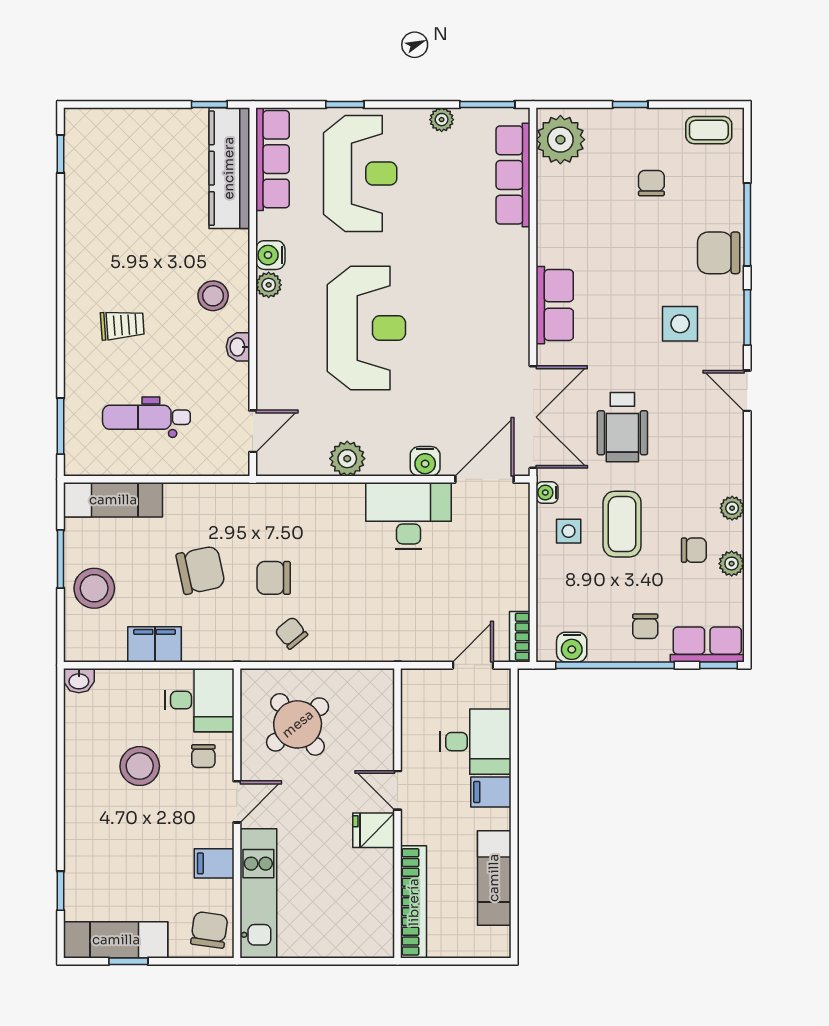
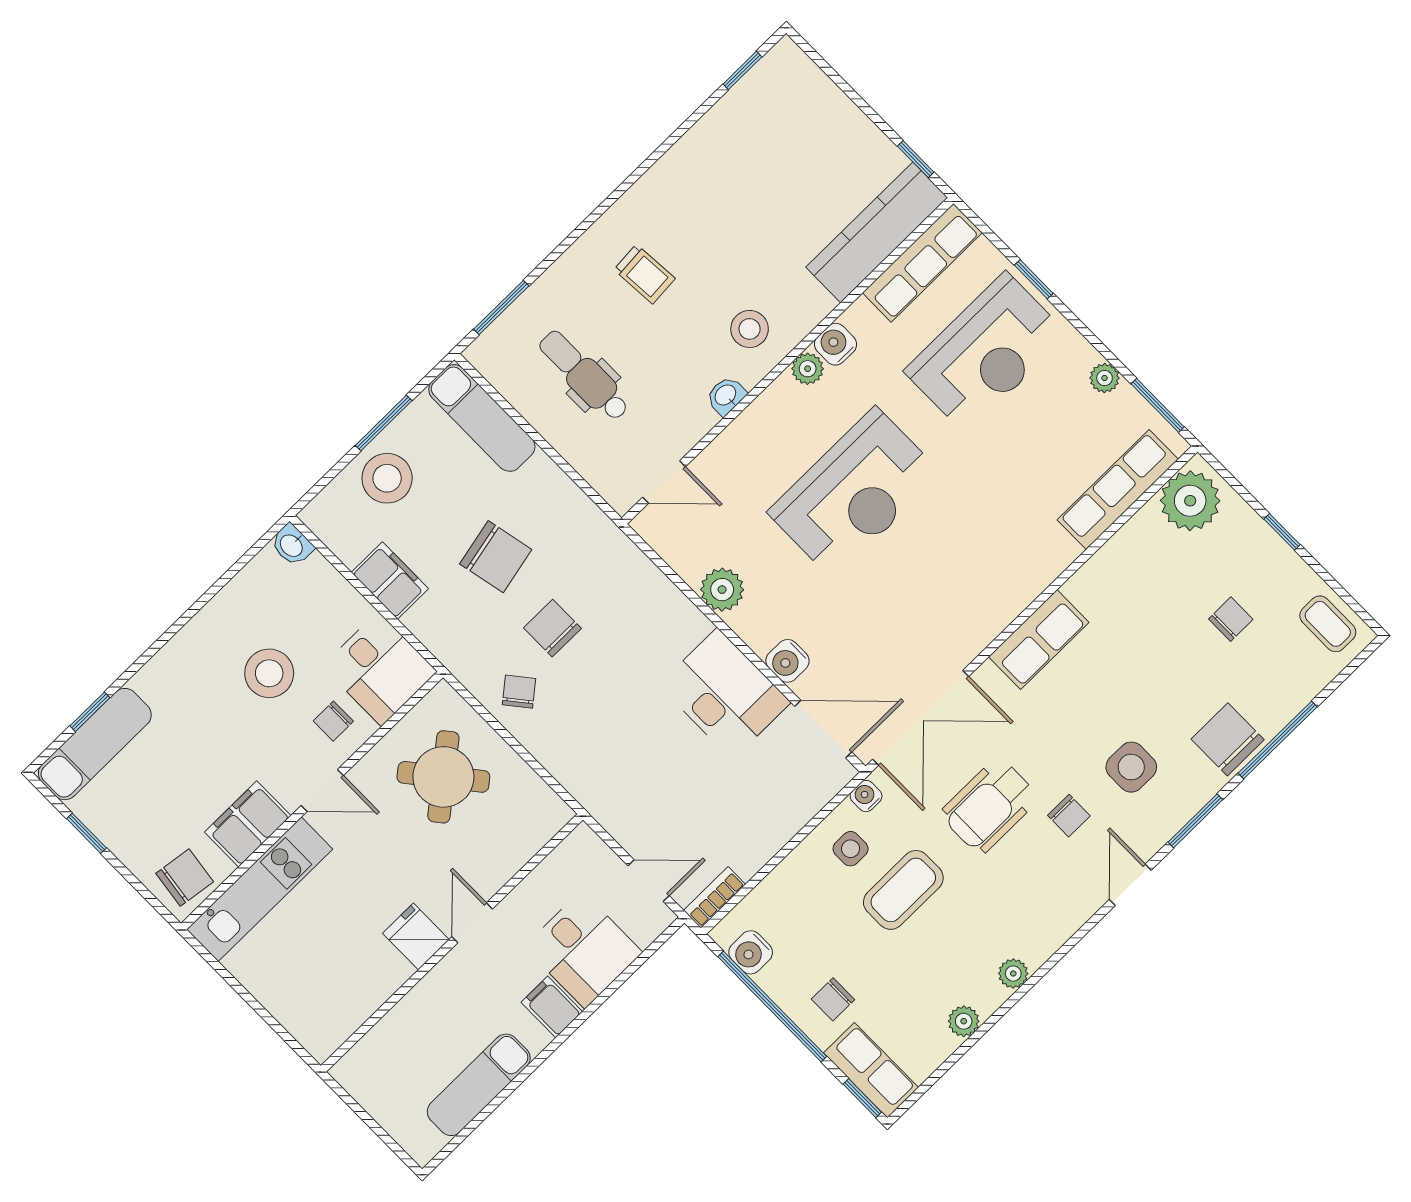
chair: (694, 550) -> (1069, 816), moved
filing cabinet: (214, 863) -> (248, 824), width x2.00
bookcase: (414, 902) -> (387, 1034), removed
exam couch: (116, 940) -> (95, 744), moved, turned 90

